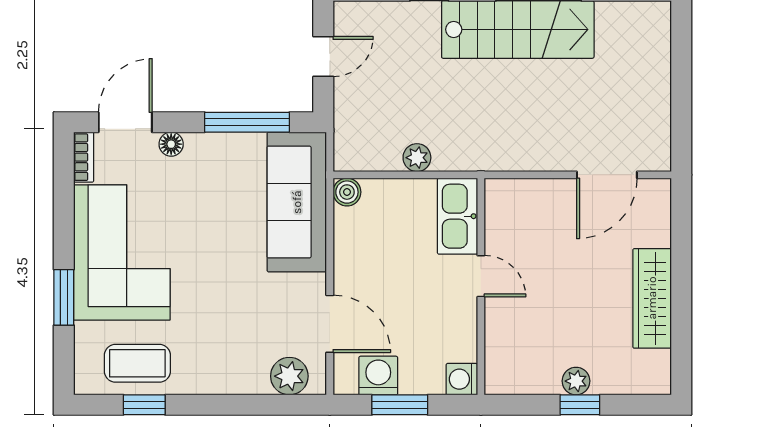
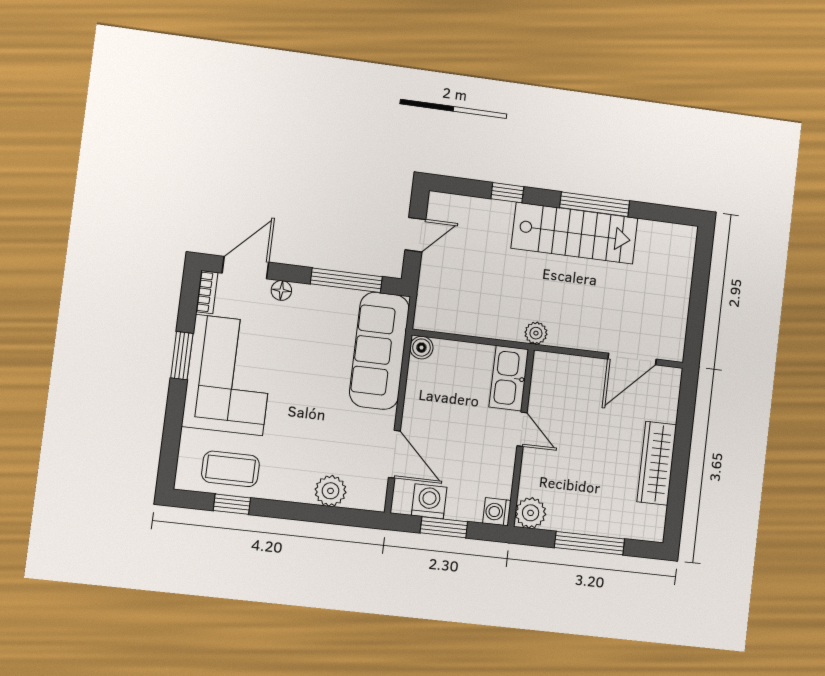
plant: (417, 158) -> (536, 333), moved
window: (64, 297) -> (182, 356), moved
plant: (289, 376) -> (330, 491), moved
plant: (576, 381) -> (531, 513), moved, width x1.38, depth x1.38
window: (580, 405) -> (590, 543), width x2.17

